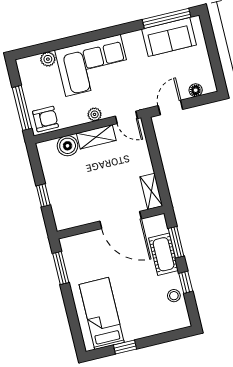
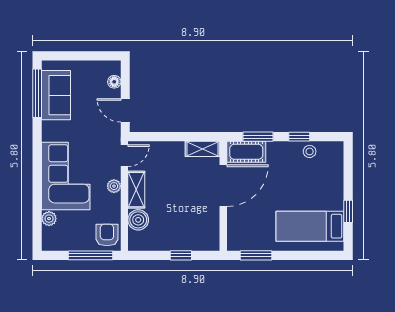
cot: (164, 254) -> (246, 152), moved

